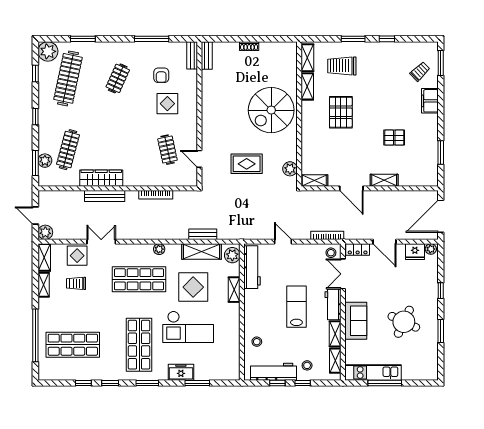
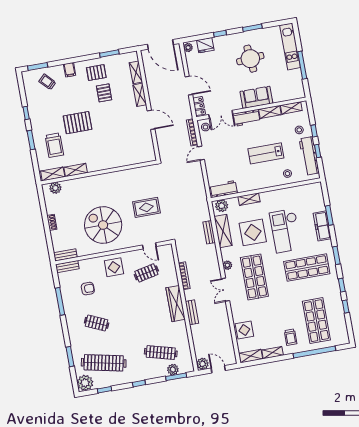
filing cabinet: (430, 101) -> (70, 70), width x0.50
display table: (167, 104) -> (114, 267), moved
spiral stairs: (271, 110) -> (103, 225), moved, turned 180
pallet: (341, 112) -> (78, 123), moved
pallet: (421, 133) -> (96, 73), added
door: (199, 159) -> (149, 246), hinge flipped
rug: (247, 164) -> (146, 207), turned 90
plant: (290, 169) -> (55, 188), moved
wardrobe: (101, 178) -> (176, 304), moved
shelving: (314, 180) -> (136, 72), moved
door: (351, 188) -> (151, 120), hinge flipped
bench: (105, 196) -> (192, 312), width x0.73
door: (35, 216) -> (218, 369), swing flipped
plant: (45, 232) -> (203, 364), moved
double door: (101, 242) -> (226, 290), moved
door: (283, 242) -> (201, 153), moved
door: (385, 242) -> (189, 86), hinge flipped
fridge: (415, 252) -> (205, 45), moved, turned 90
workbench: (252, 267) -> (224, 189), width x0.73
trolley: (76, 283) -> (291, 337), moved
lab bench: (296, 307) -> (266, 153), moved
round table: (404, 322) -> (250, 59), turned -30
checkout: (188, 327) -> (285, 231), turned 180
freezer: (181, 372) -> (322, 226), width x1.40
kitchen unit: (373, 373) -> (290, 46), moved

